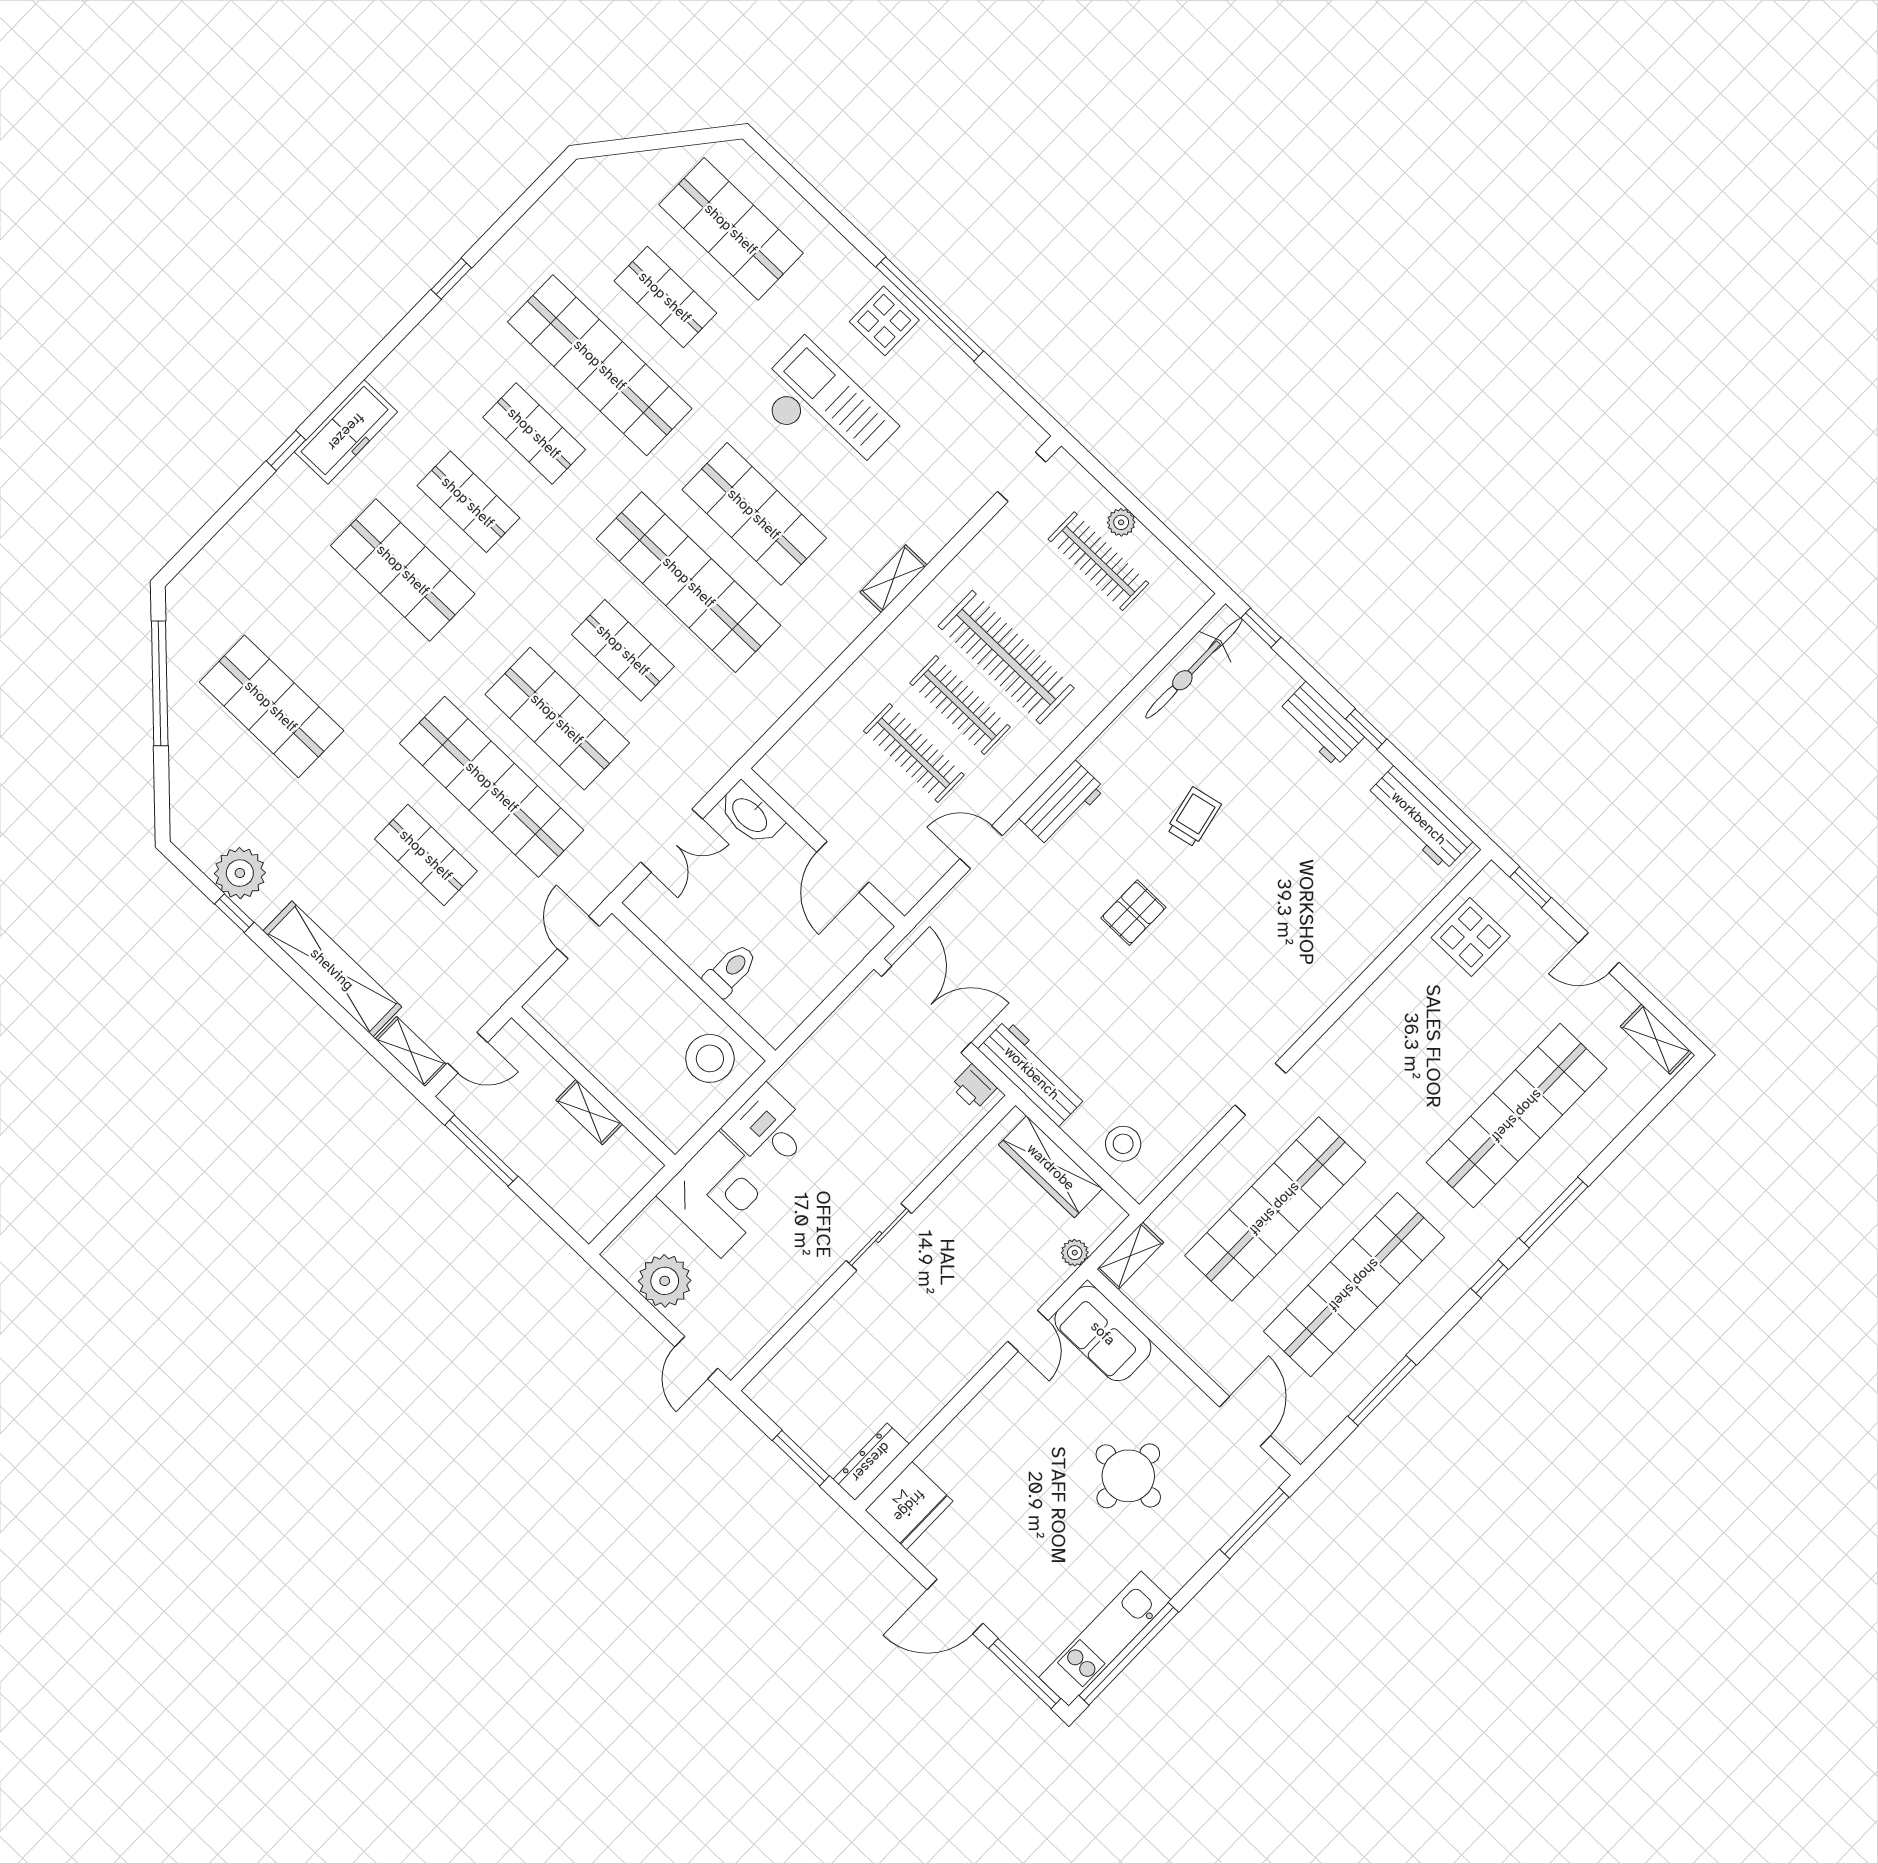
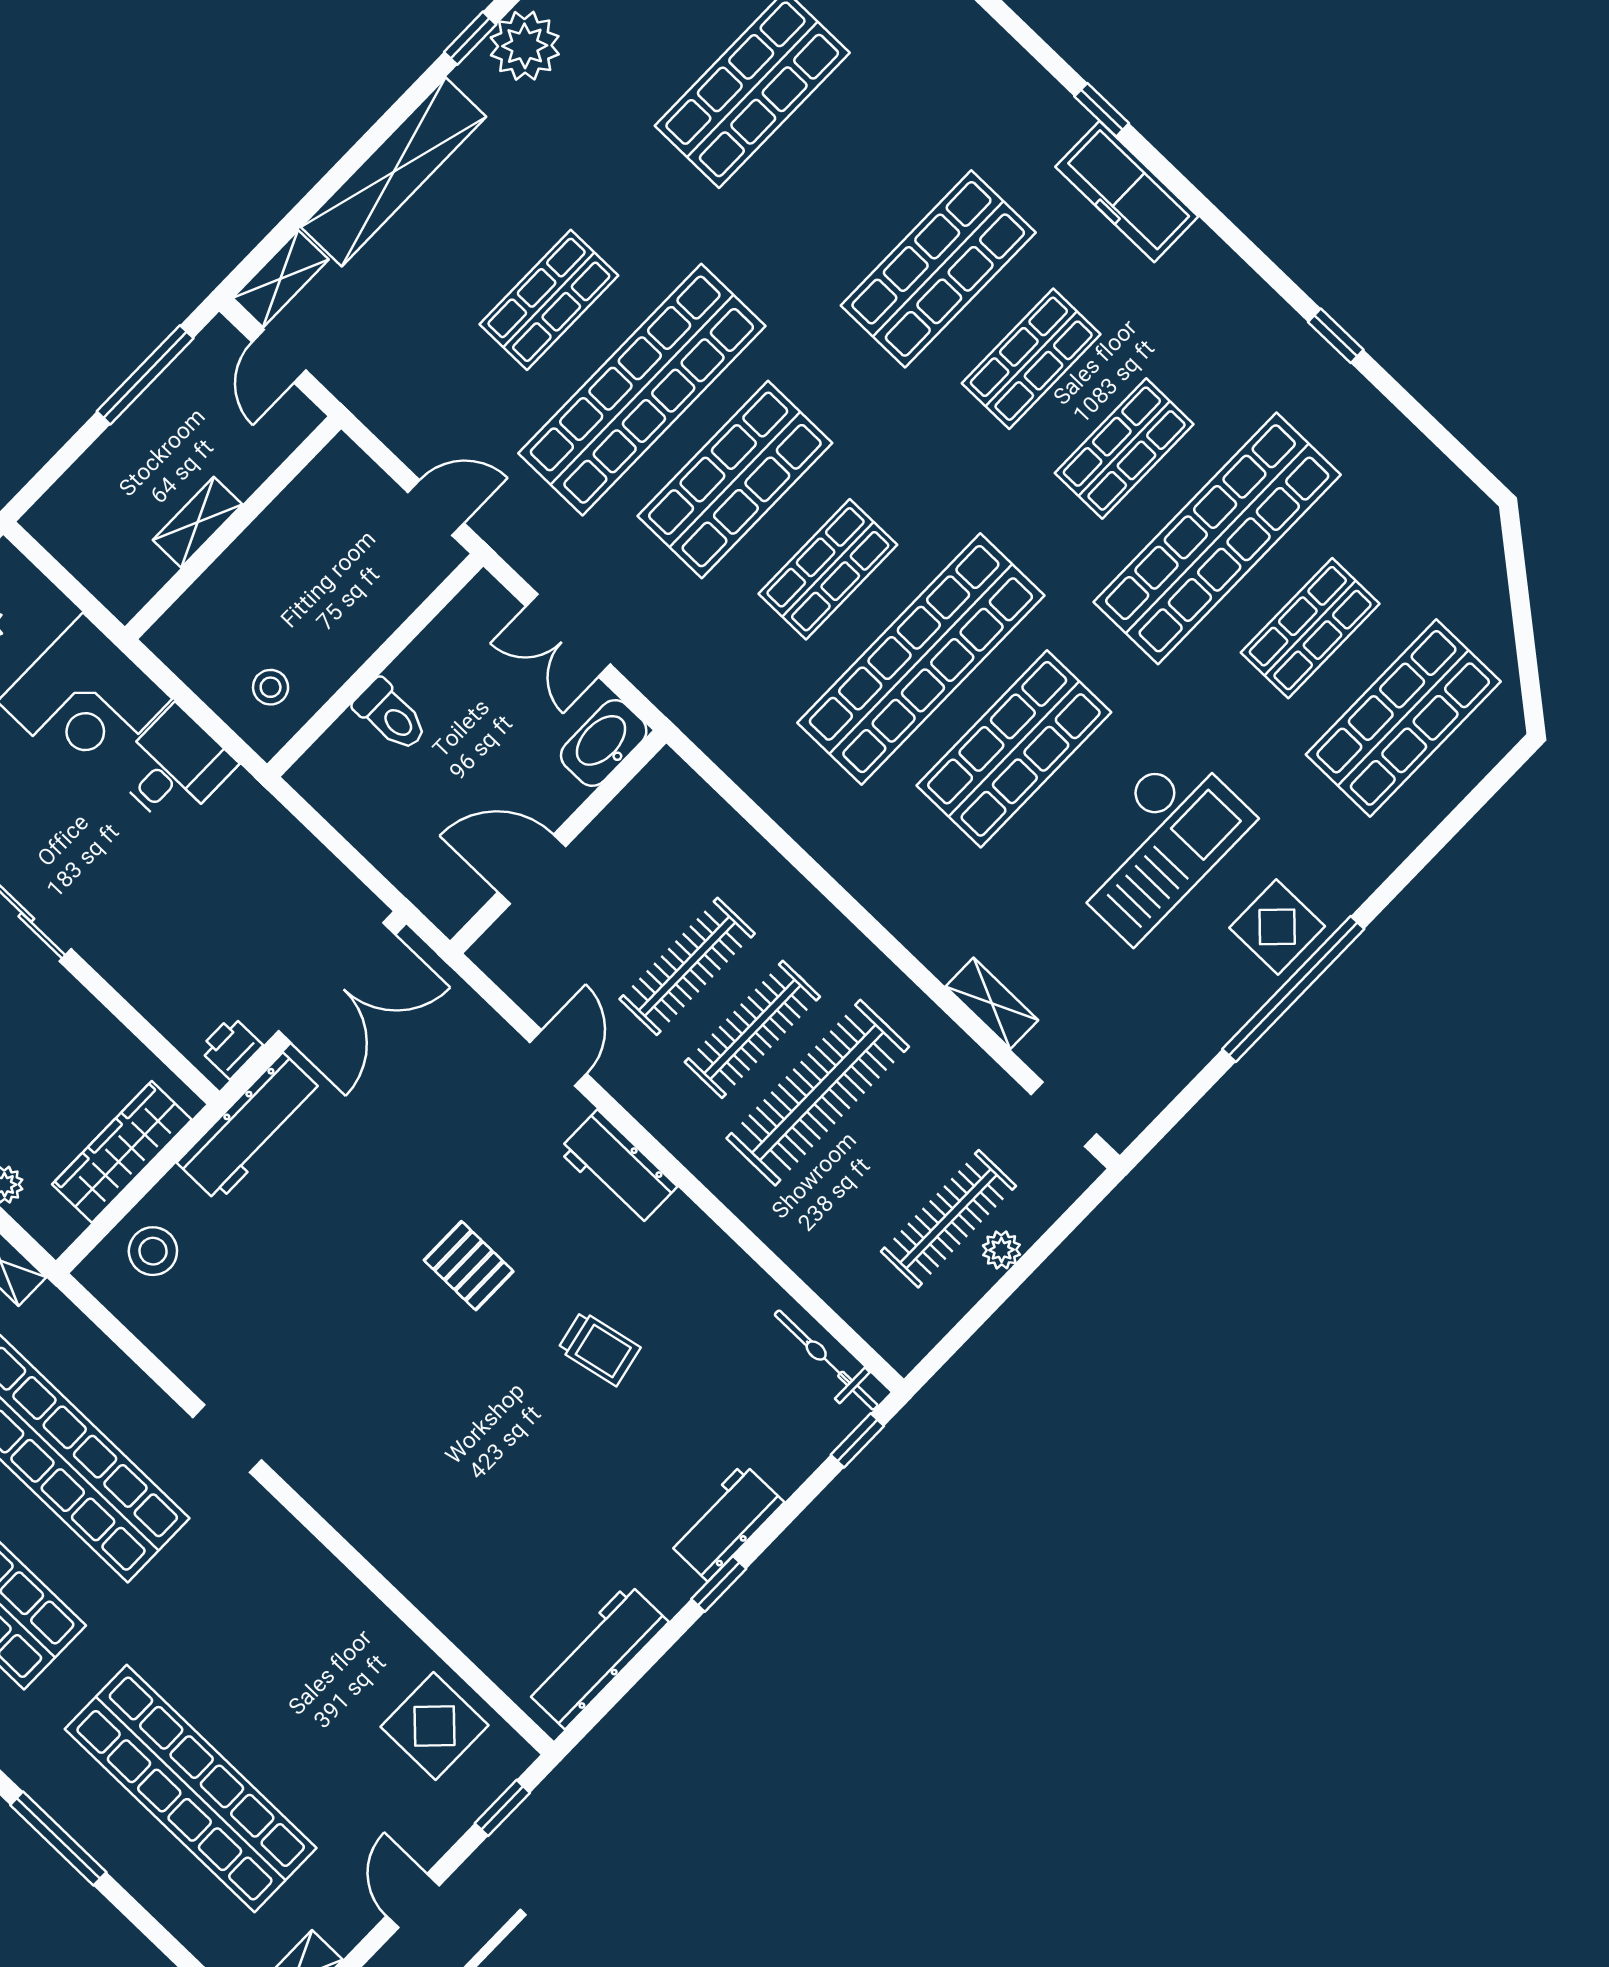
shelving: (894, 579) -> (992, 1003), moved
bicycle: (1194, 668) -> (826, 1360), width x0.73, depth x0.71
stool: (710, 1058) -> (271, 687), width x0.53, depth x0.53

